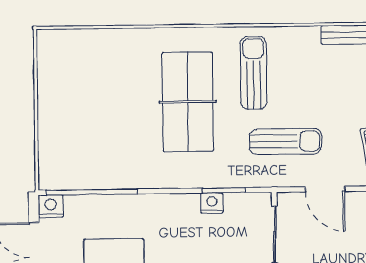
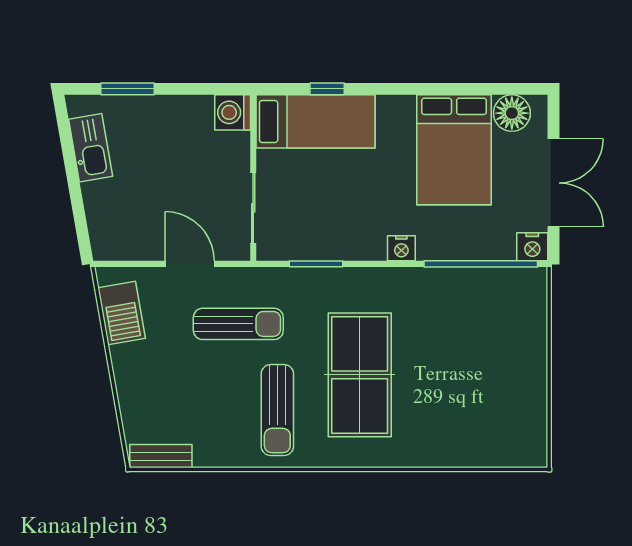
sun lounger: (286, 141) -> (238, 324), turned 180
nightstand: (212, 203) -> (401, 248), moved

